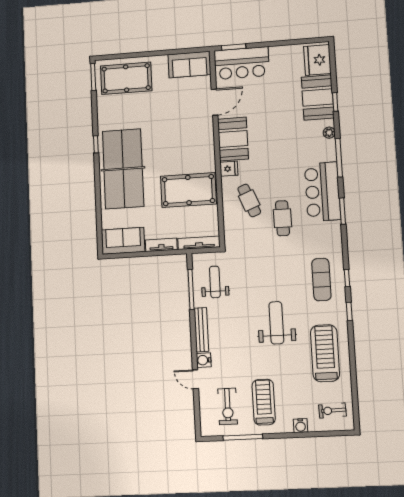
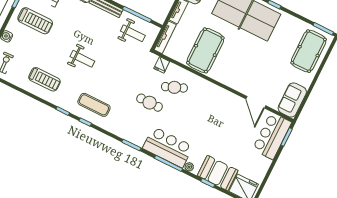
booth: (233, 139) -> (223, 100), removed
fridge: (229, 169) -> (162, 65), moved
bar counter: (322, 192) -> (168, 147), moved
weight bench: (276, 323) -> (82, 59), width x0.73, depth x0.75
treadmill: (325, 353) -> (44, 79), width x0.73, depth x0.73

